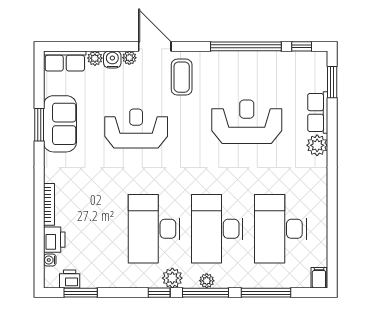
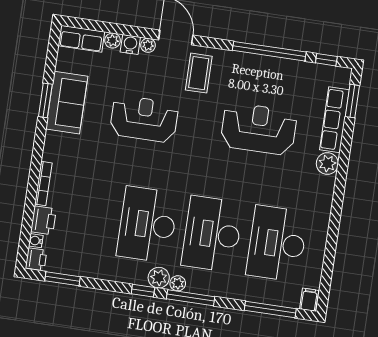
row of seats: (318, 112) -> (334, 120), width x1.48
printer: (70, 279) -> (36, 259), moved, turned 90
plant: (207, 281) -> (178, 283), moved
window: (266, 293) -> (270, 309), moved

